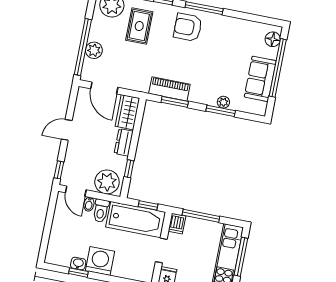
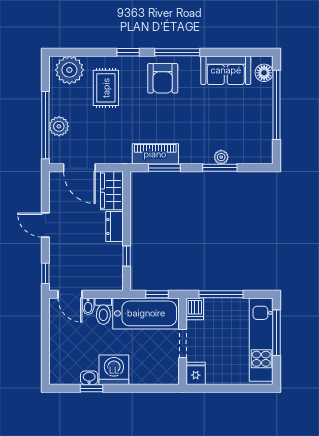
armchair: (188, 27) -> (163, 78), turned -90
sofa: (260, 79) -> (226, 70), moved, turned -90
door: (67, 130) -> (45, 225), hinge flipped
plant: (107, 182) -> (104, 276), removed

